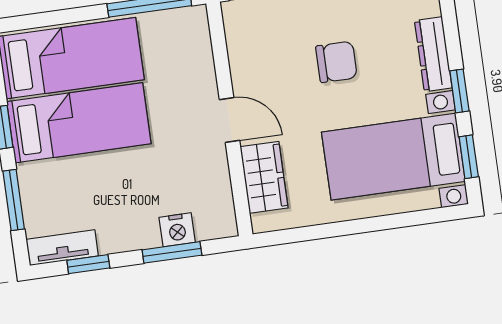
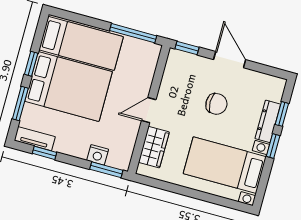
door: (230, 120) -> (149, 110), swing flipped
bed: (79, 123) -> (69, 87), width x1.50
window: (469, 157) -> (282, 114), moved
window: (172, 252) -> (106, 170), moved

